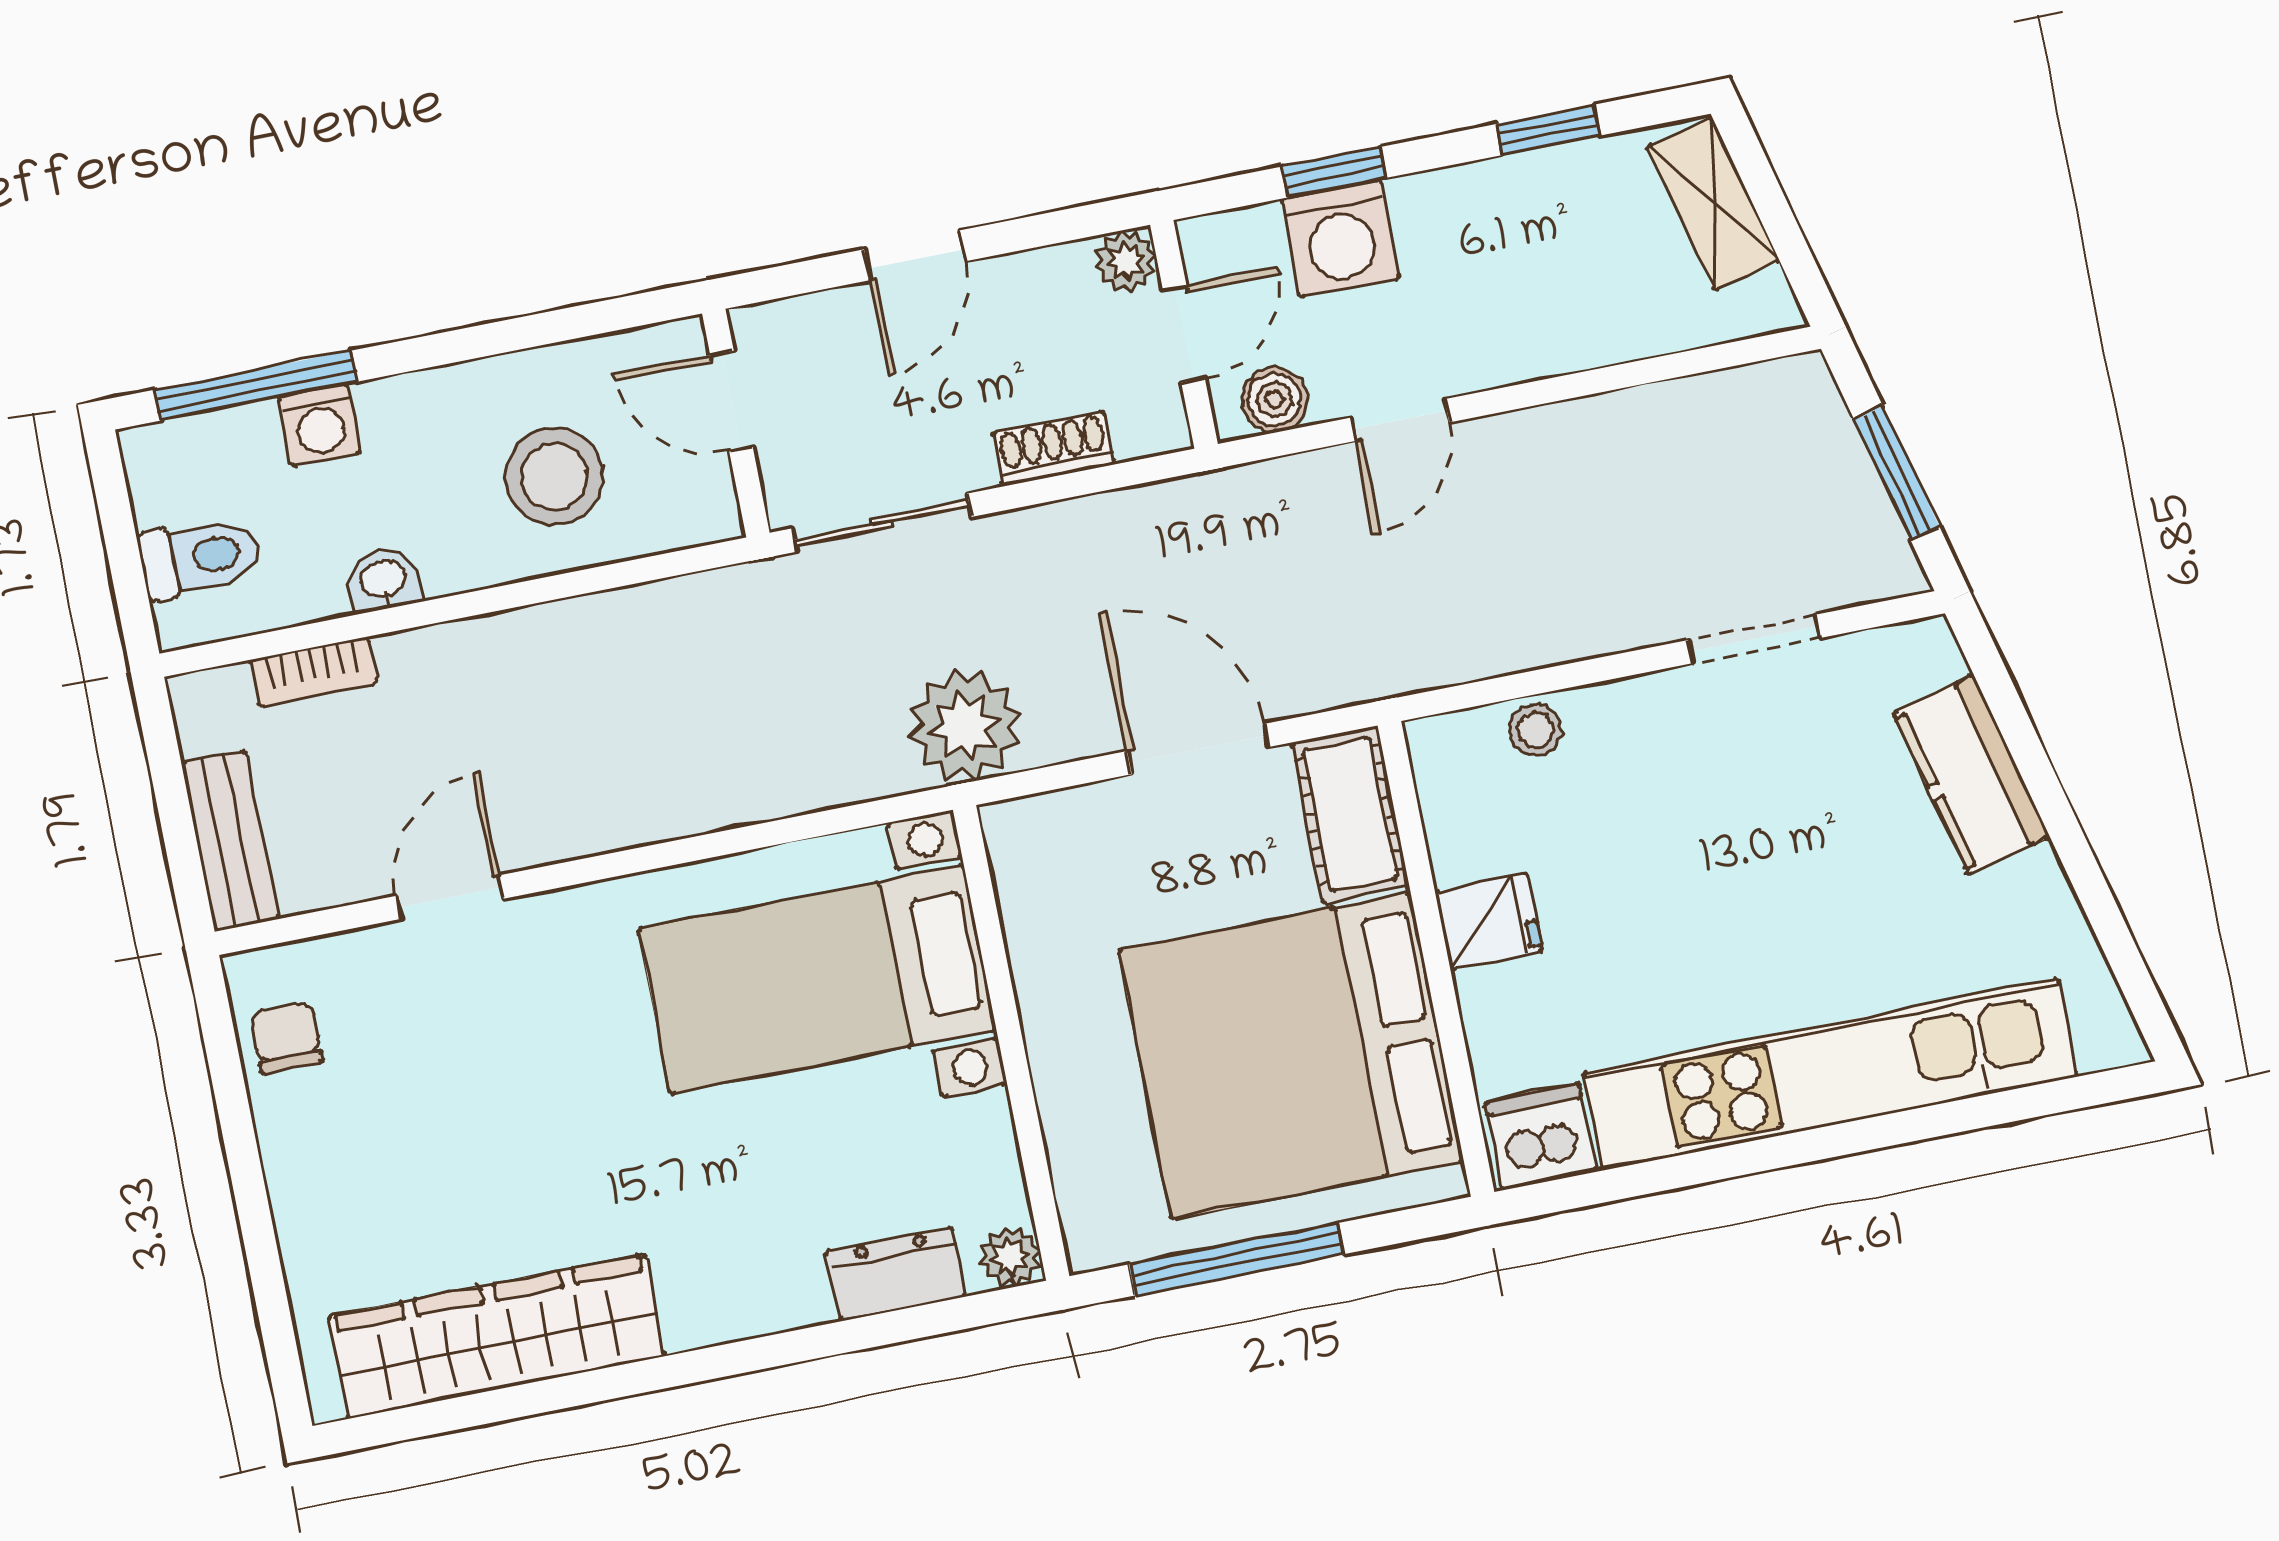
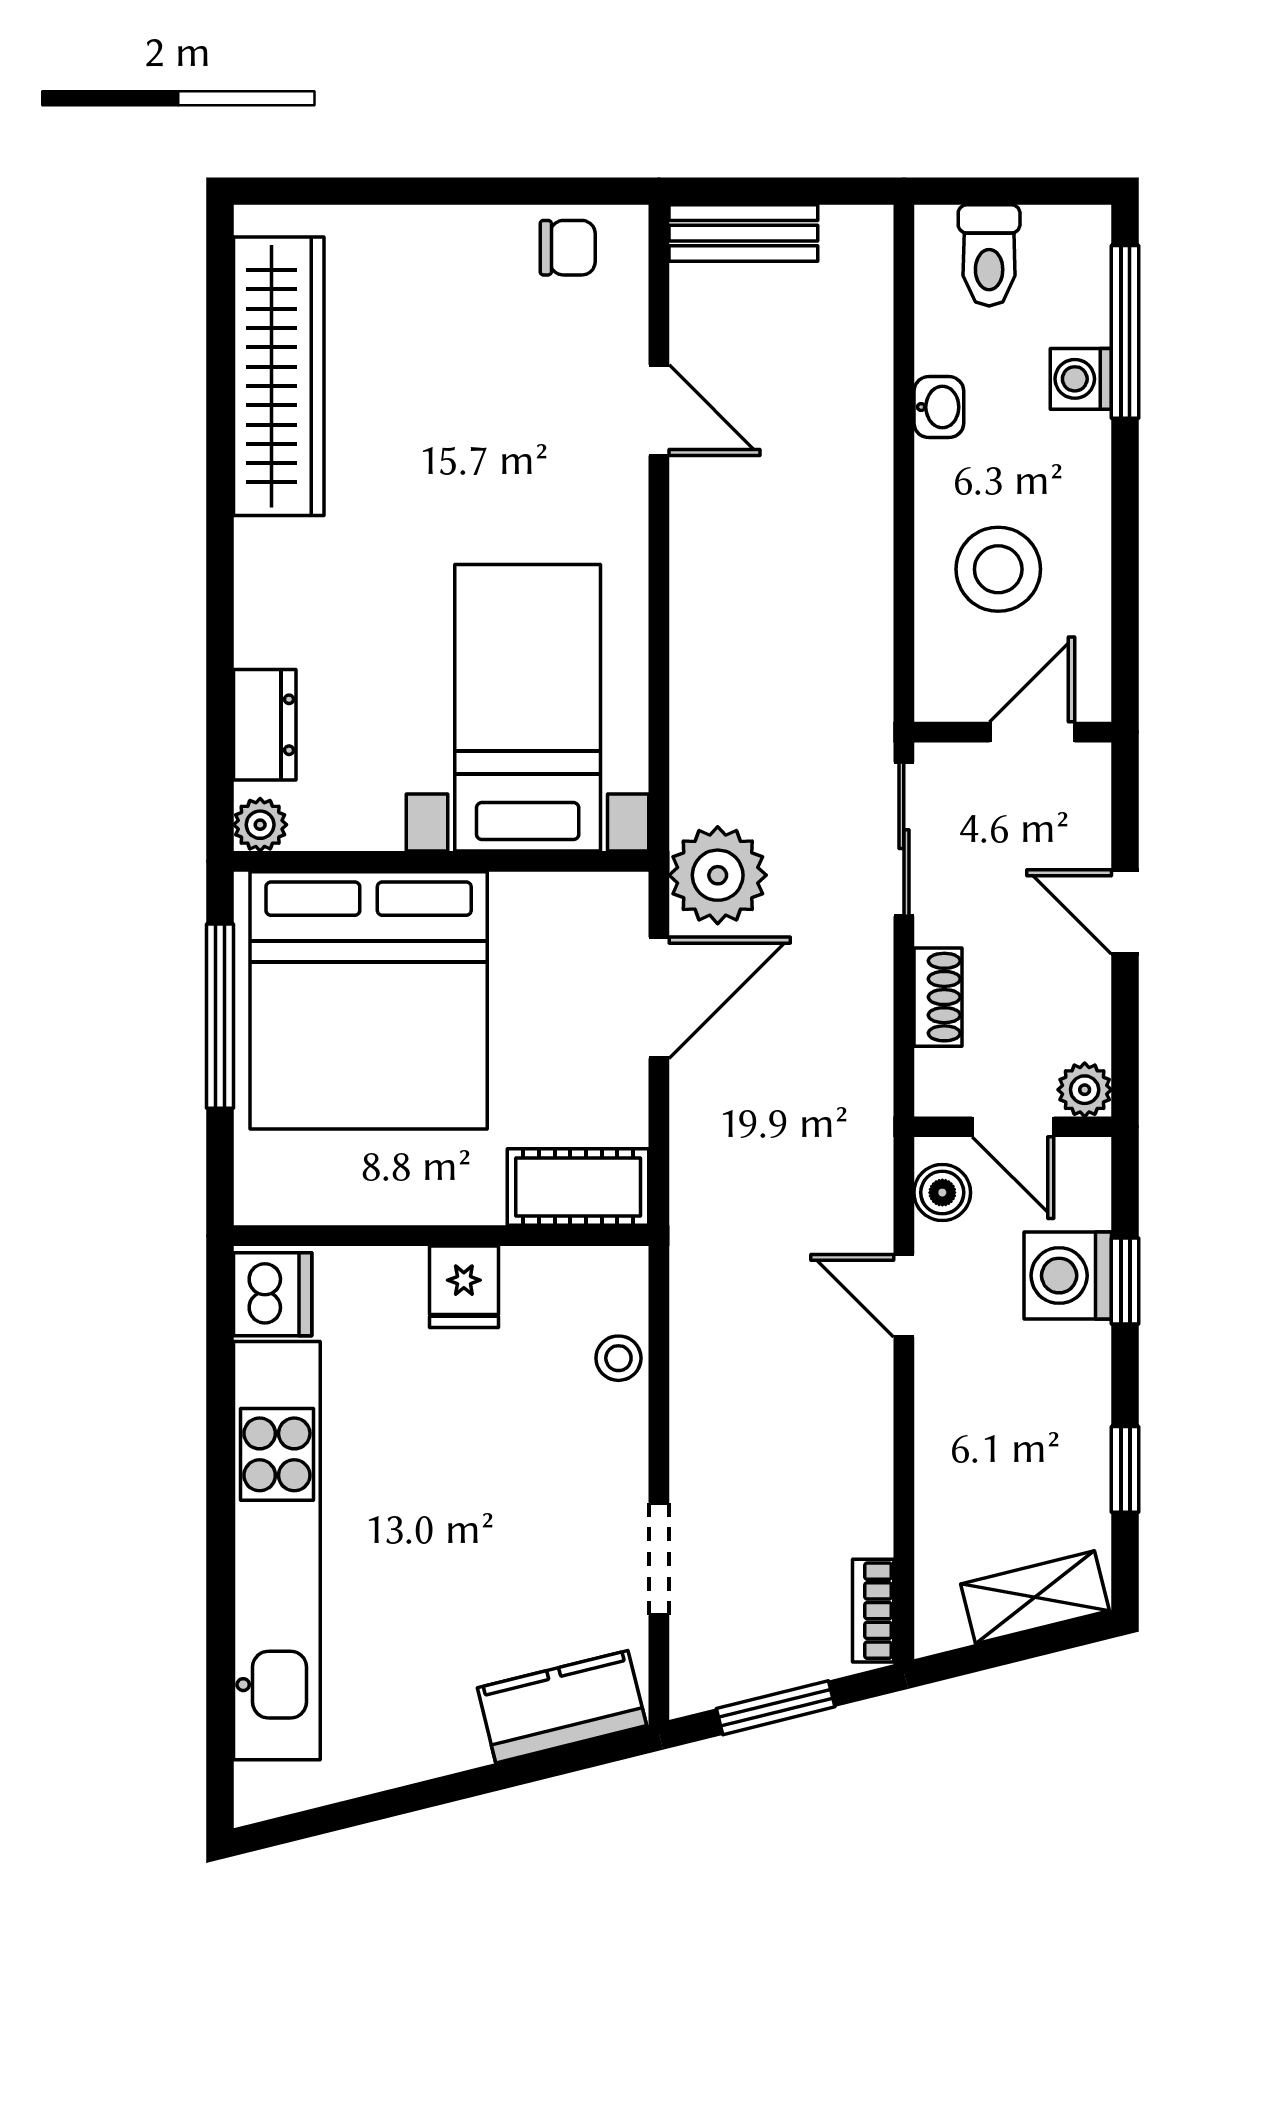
bookcase: (314, 671) -> (873, 1611), moved
door: (1198, 749) -> (659, 998), moved
kitchen counter: (1971, 775) -> (562, 1707), moved
bed: (1291, 1056) -> (369, 1000), moved, turned 180

